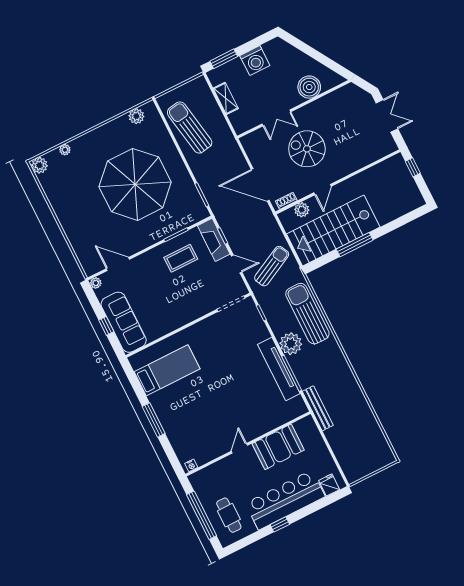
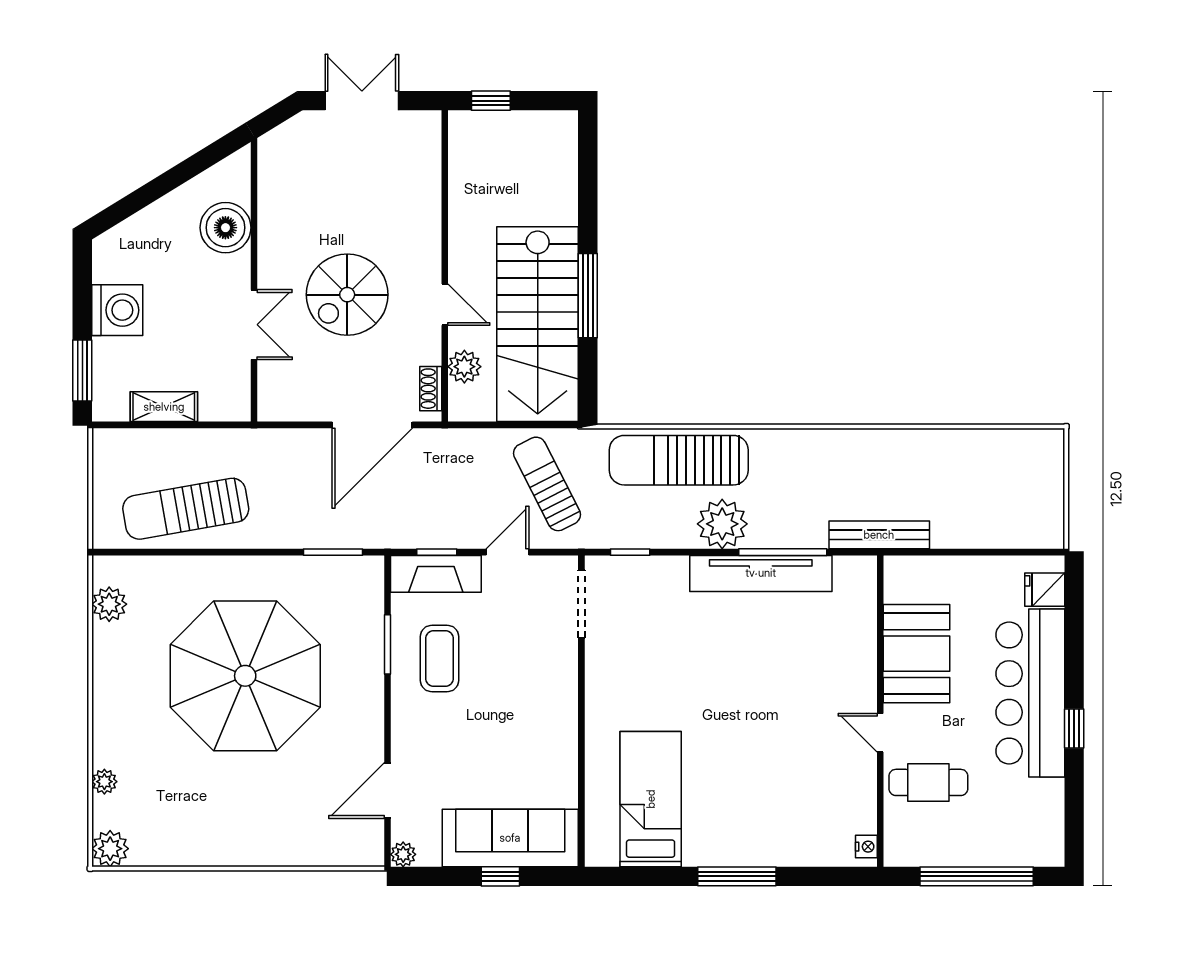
cafe table: (229, 515) -> (928, 782), moved

